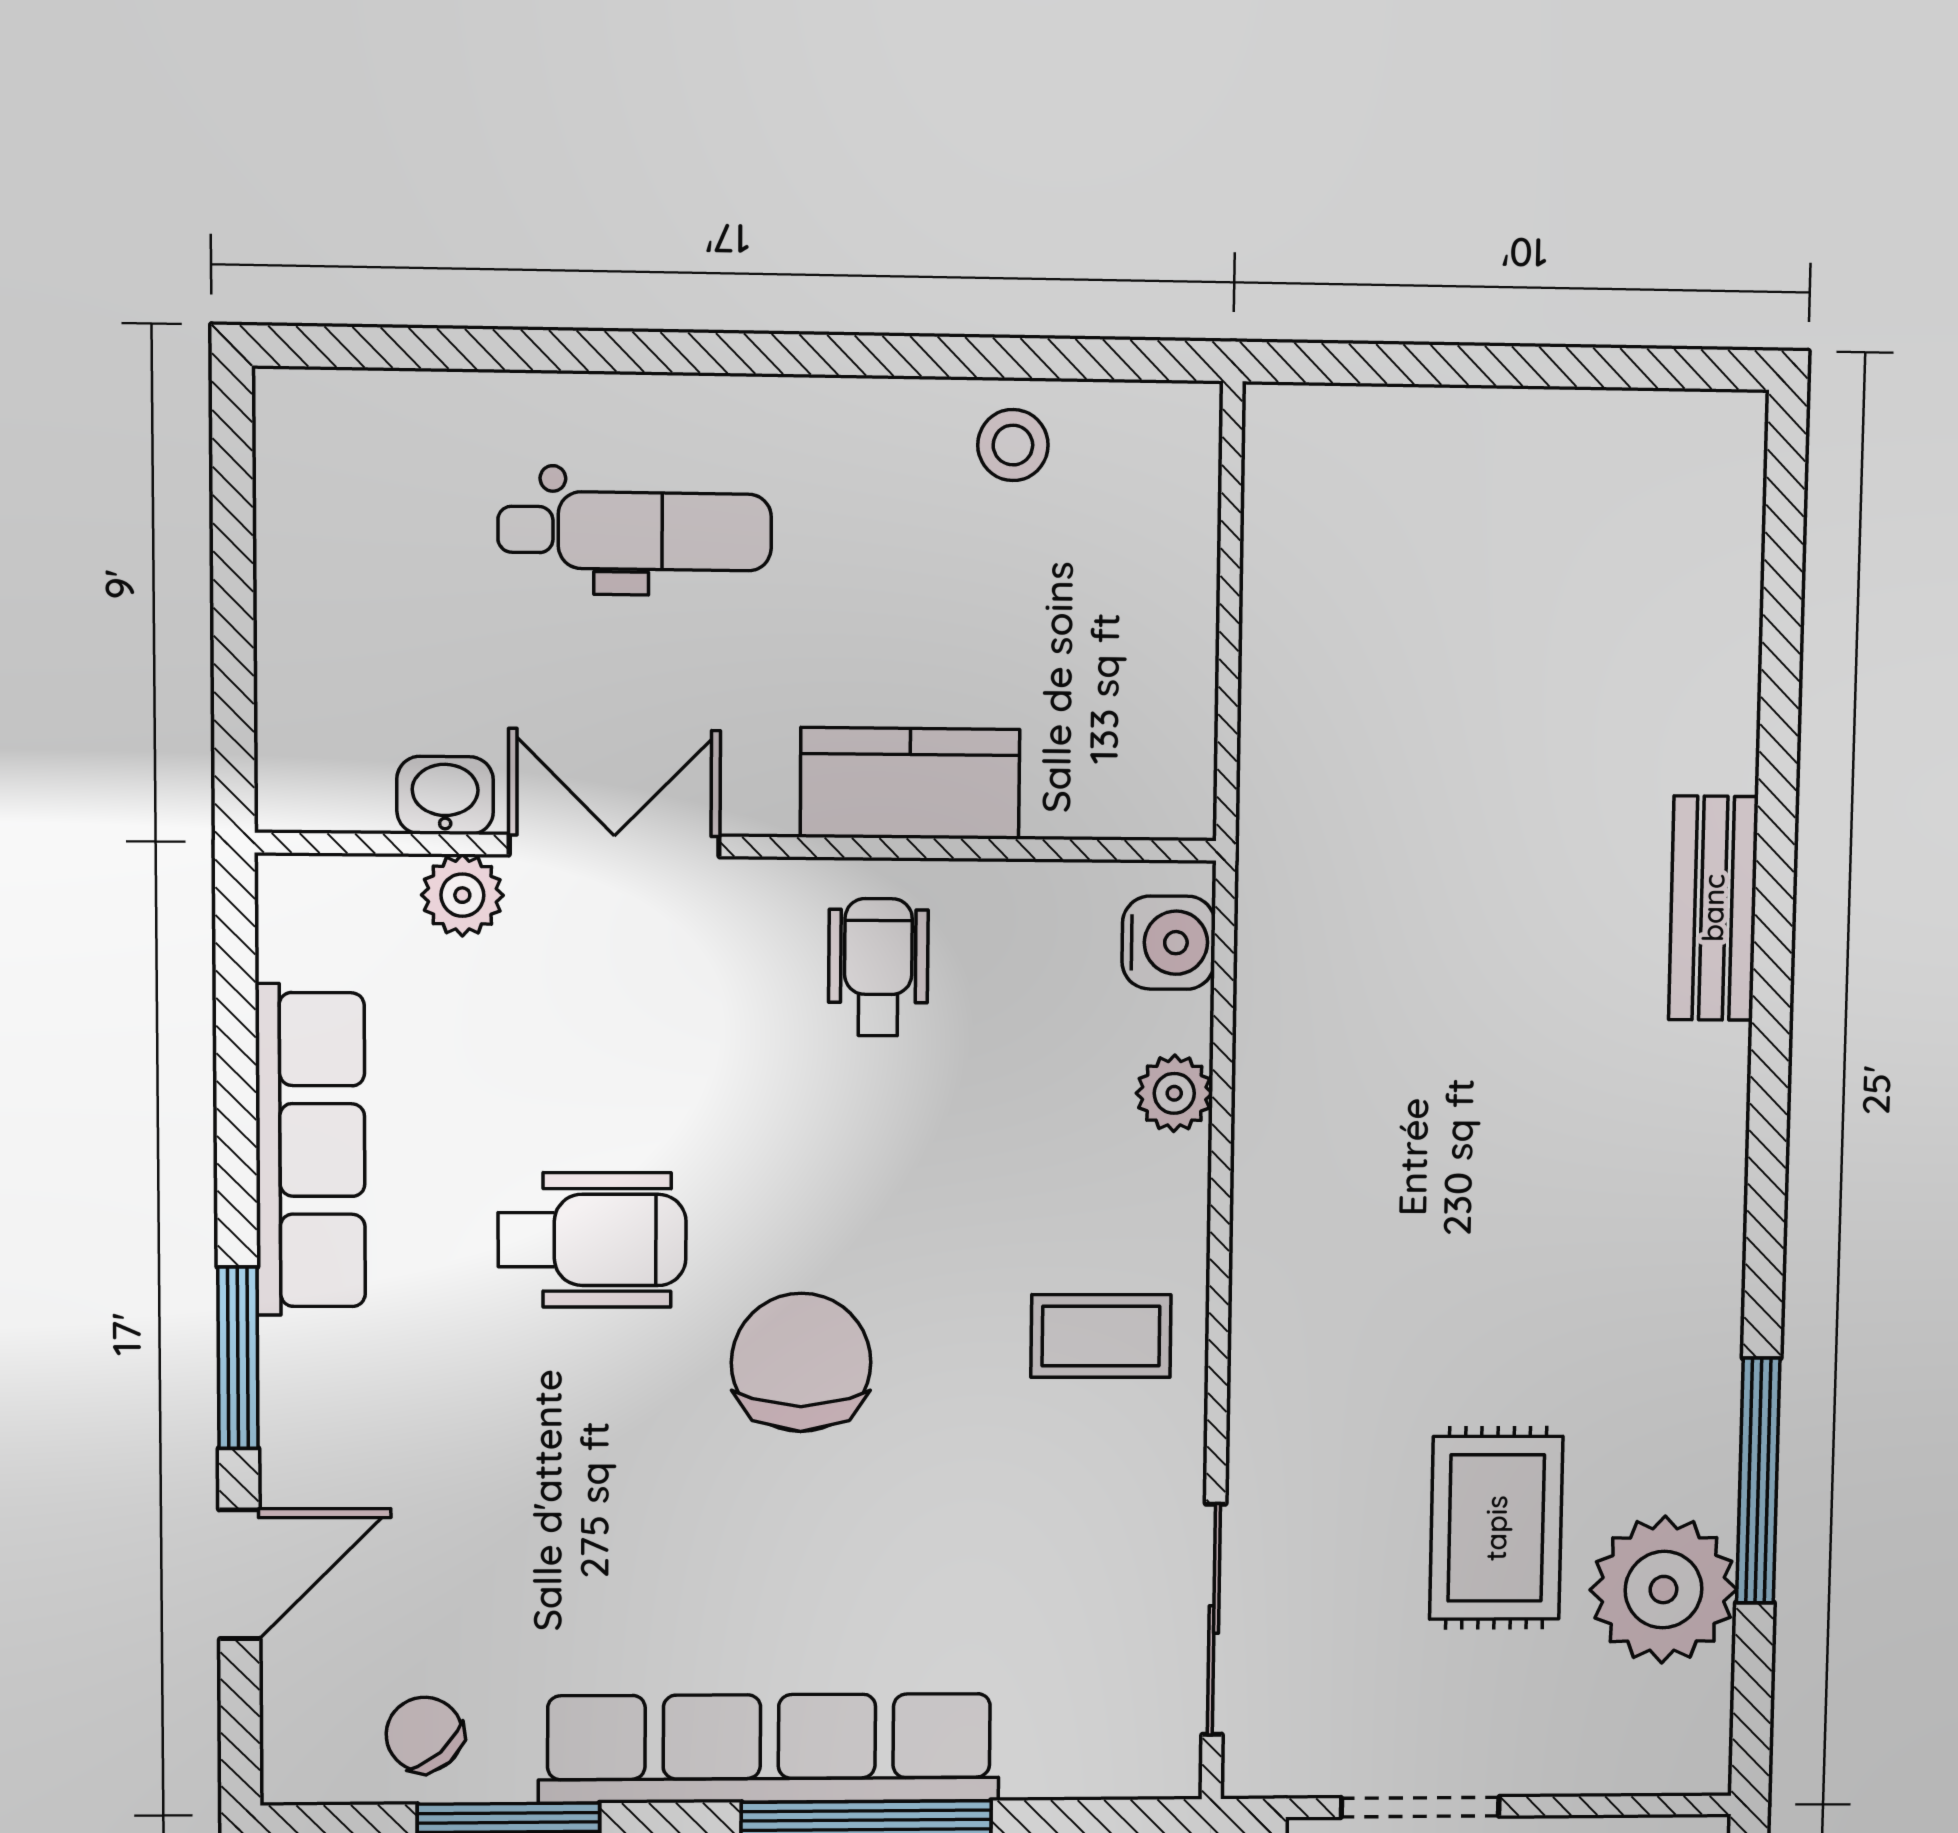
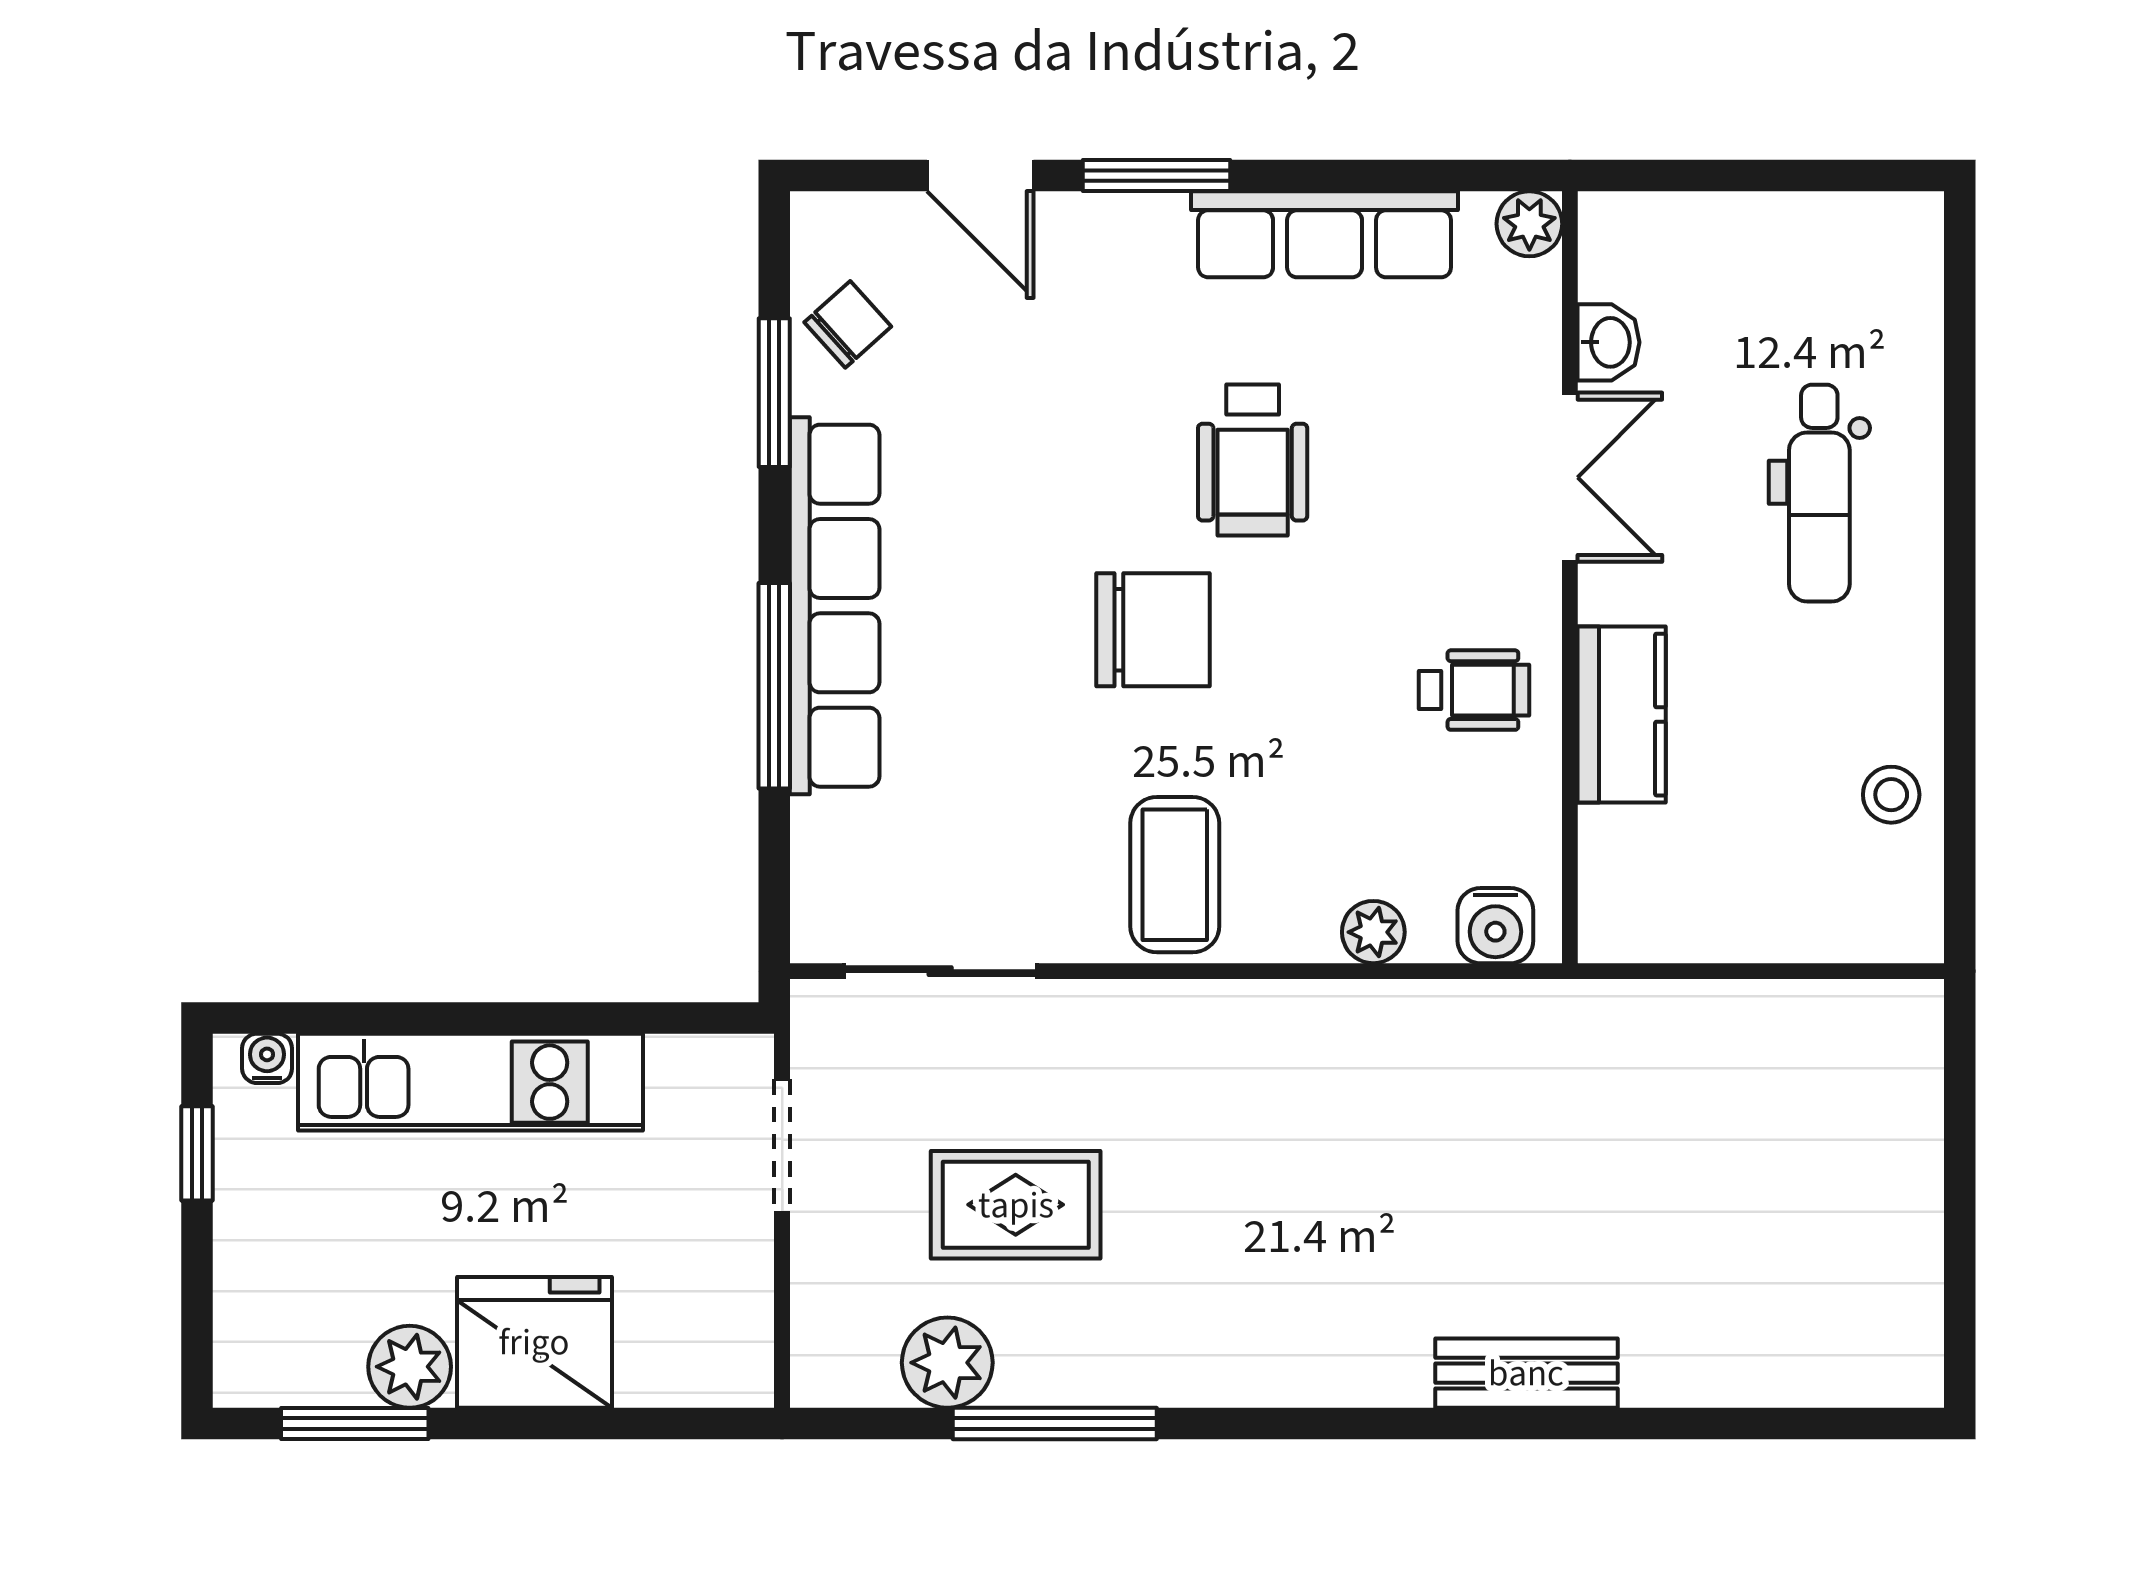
plant: (462, 895) -> (1529, 224), moved
coffee table: (1101, 1336) -> (1175, 875), width x1.36, depth x1.30
plant: (1663, 1590) -> (947, 1363), width x0.73, depth x0.73

